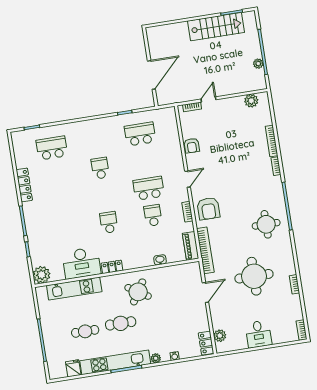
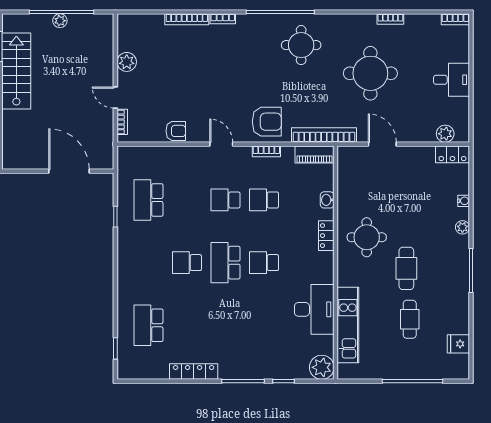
plant: (258, 64) -> (60, 21), moved
plant: (251, 101) -> (127, 62), moved
school desk: (149, 188) -> (225, 200), width x0.54
school desk: (105, 195) -> (225, 263), added
locker: (112, 267) -> (326, 236), moved
round table: (138, 292) -> (367, 237), turned -32
kitchen unit: (115, 362) -> (459, 284), removed

